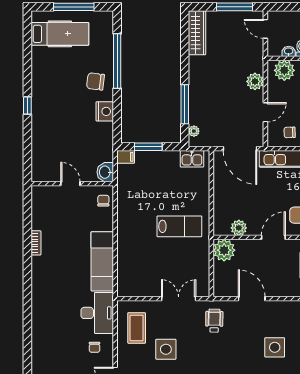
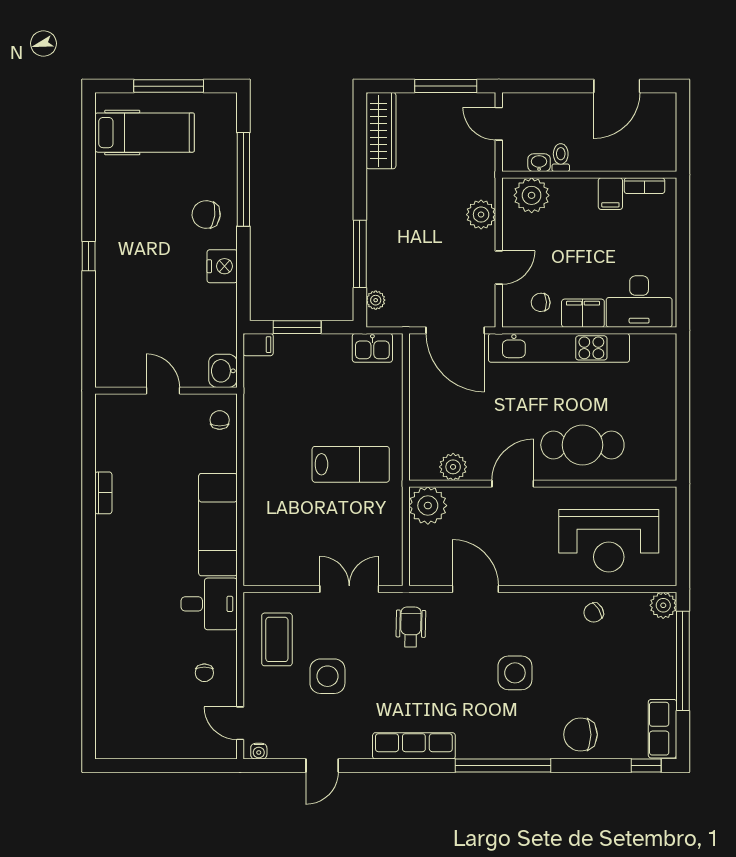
desk: (97, 313) -> (209, 604), width x0.73

